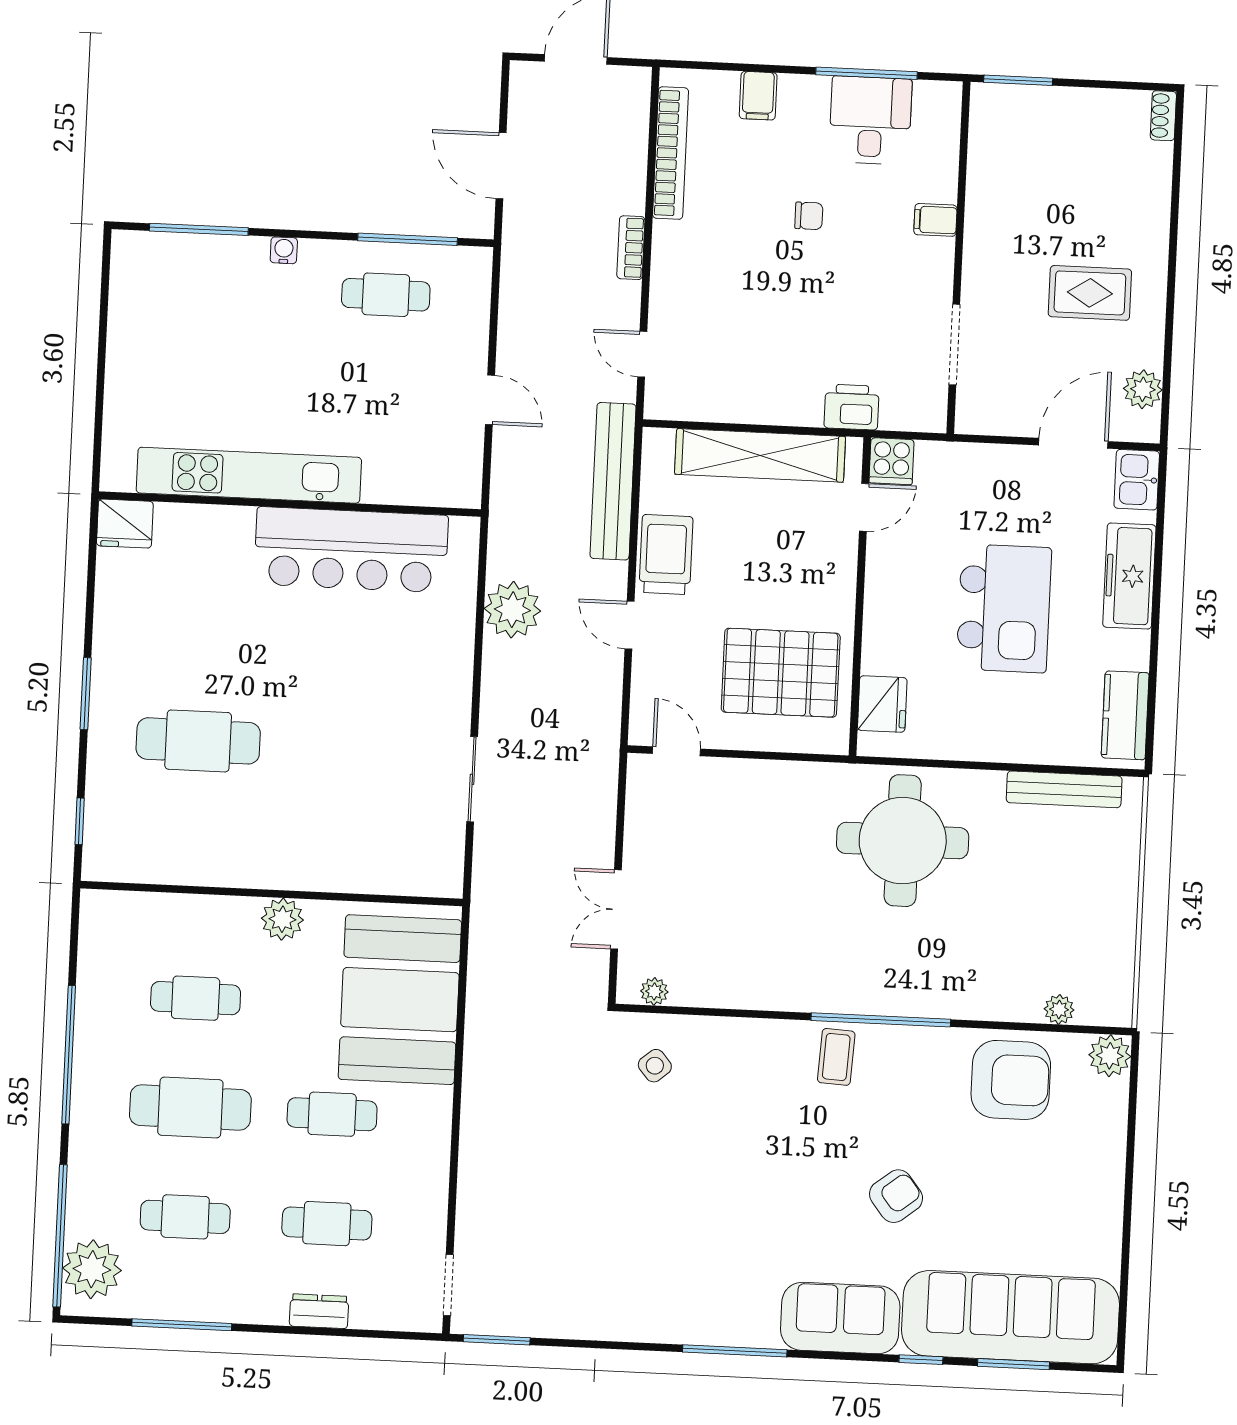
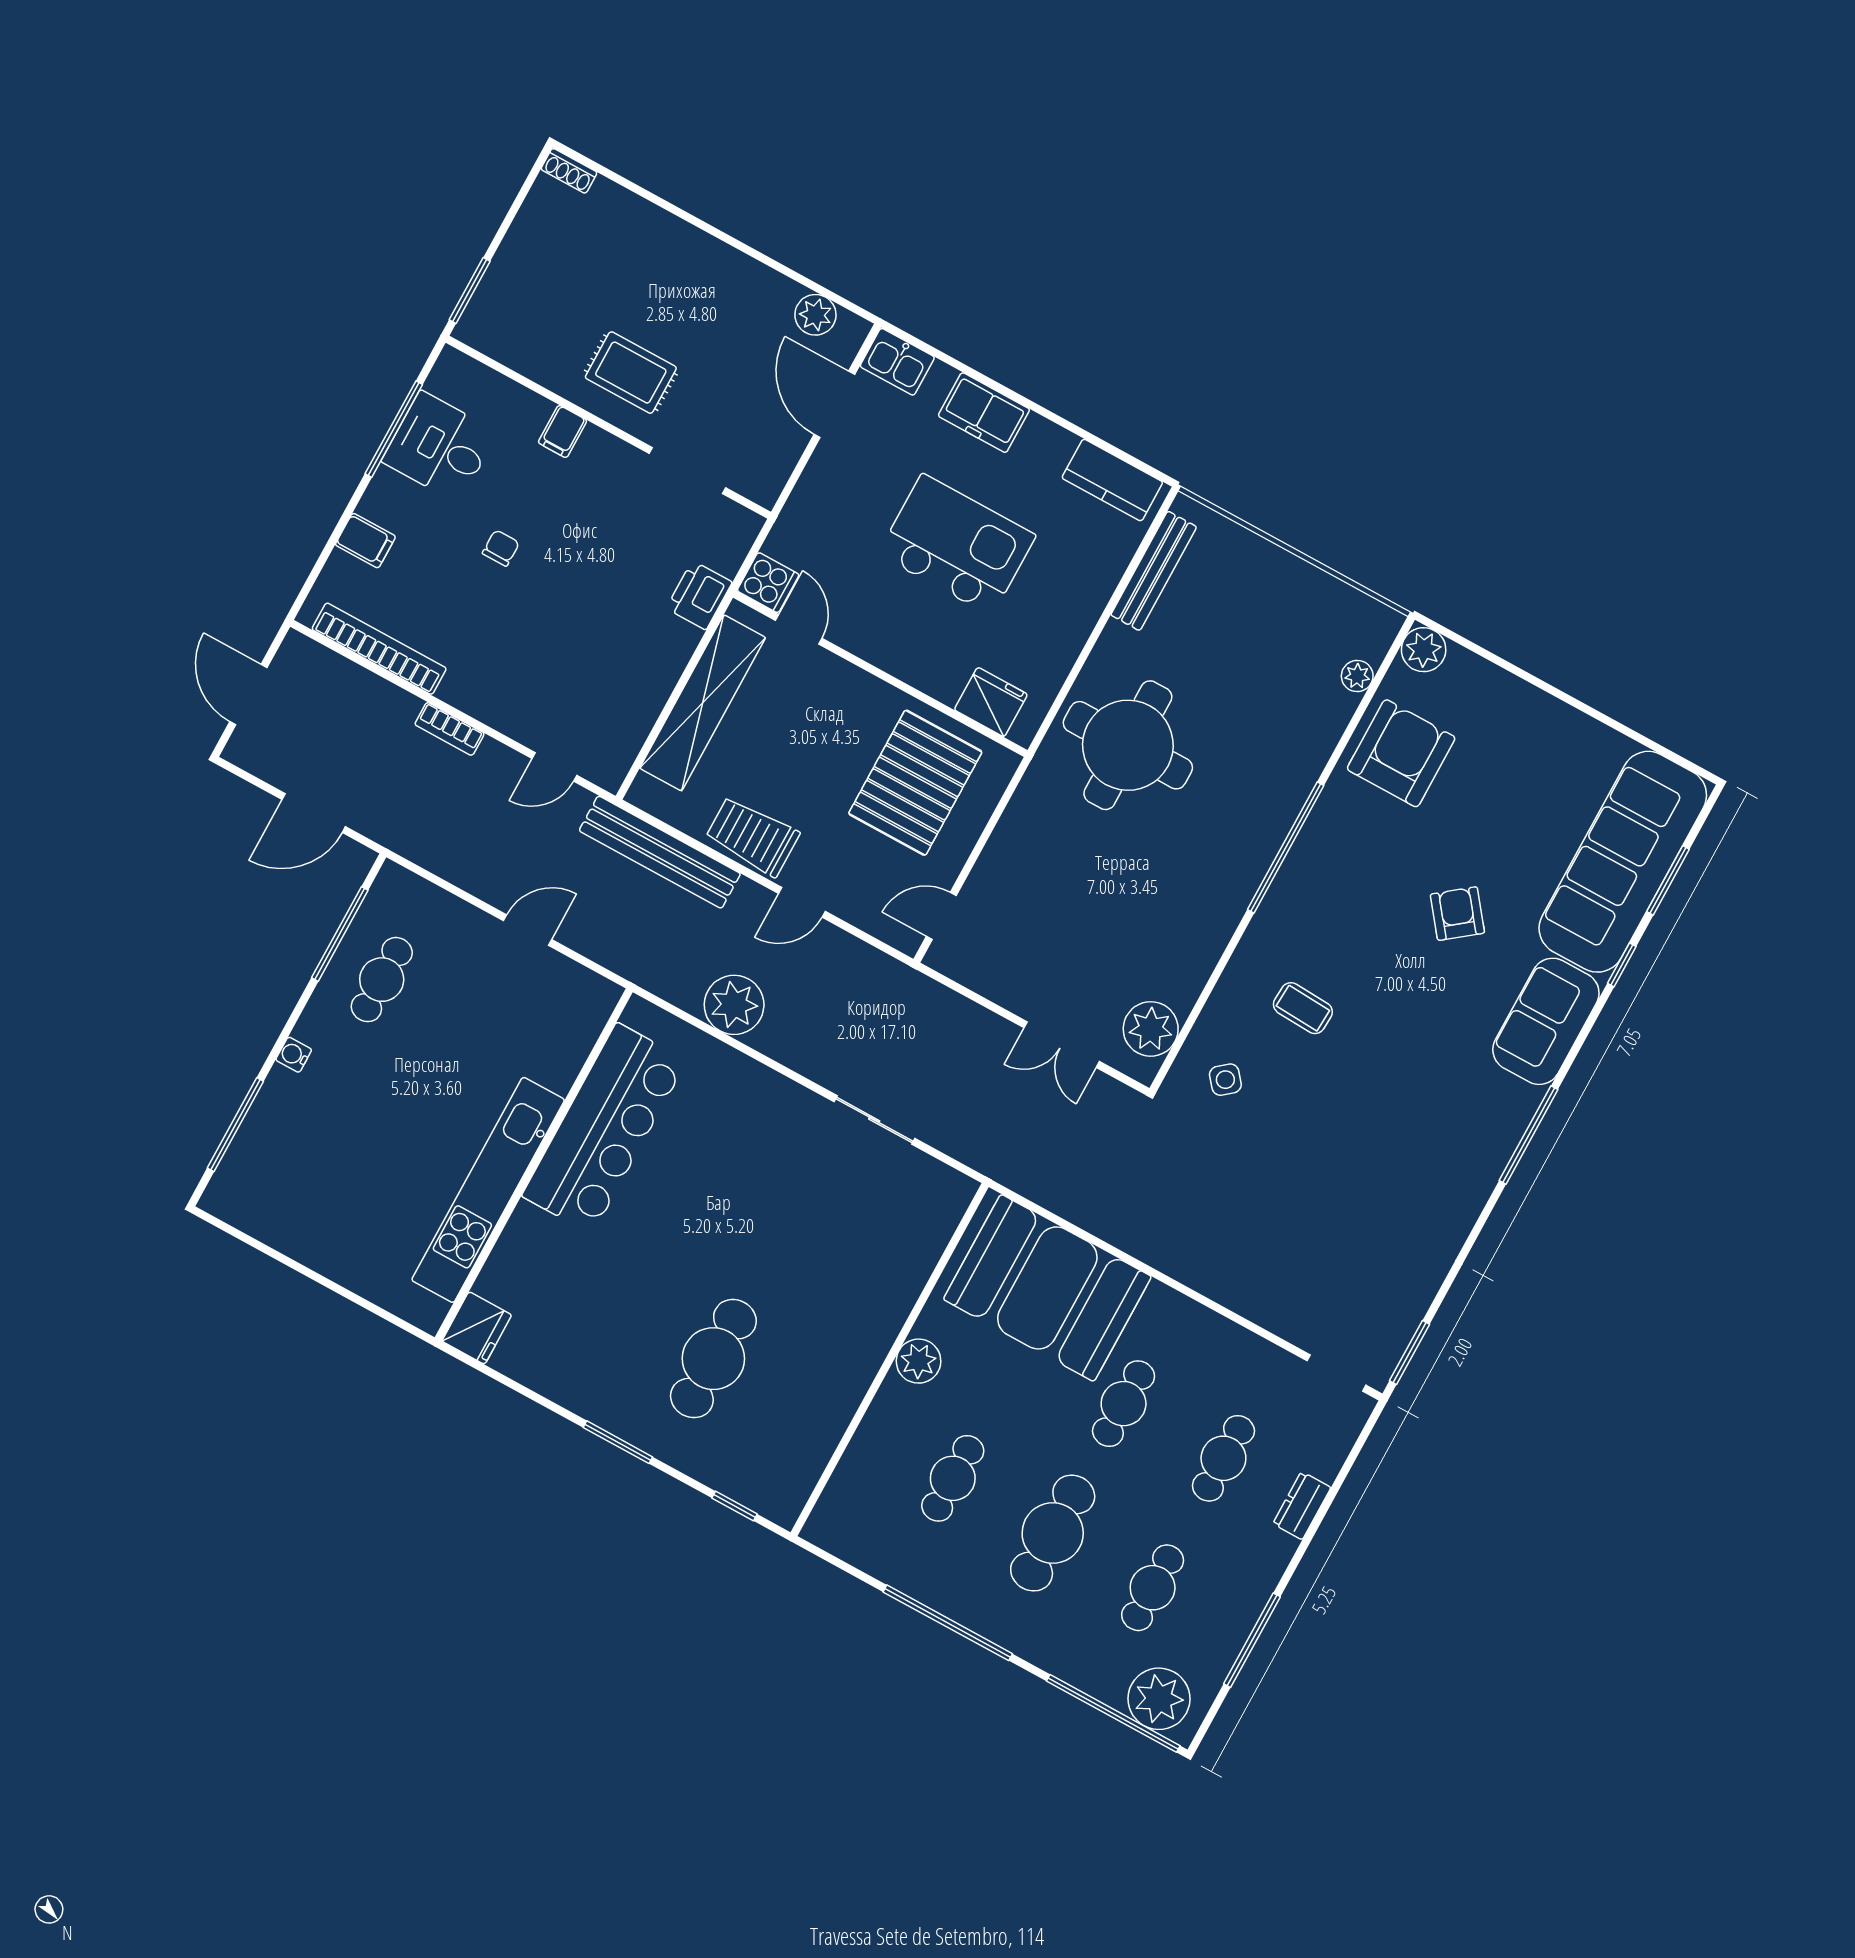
rug: (1090, 293) -> (631, 373), moved, turned 90
freezer: (1129, 576) -> (984, 413), width x0.71
plant: (654, 991) -> (1151, 1029), width x1.88, depth x1.88
coffee table: (836, 1057) -> (1303, 1008), moved

